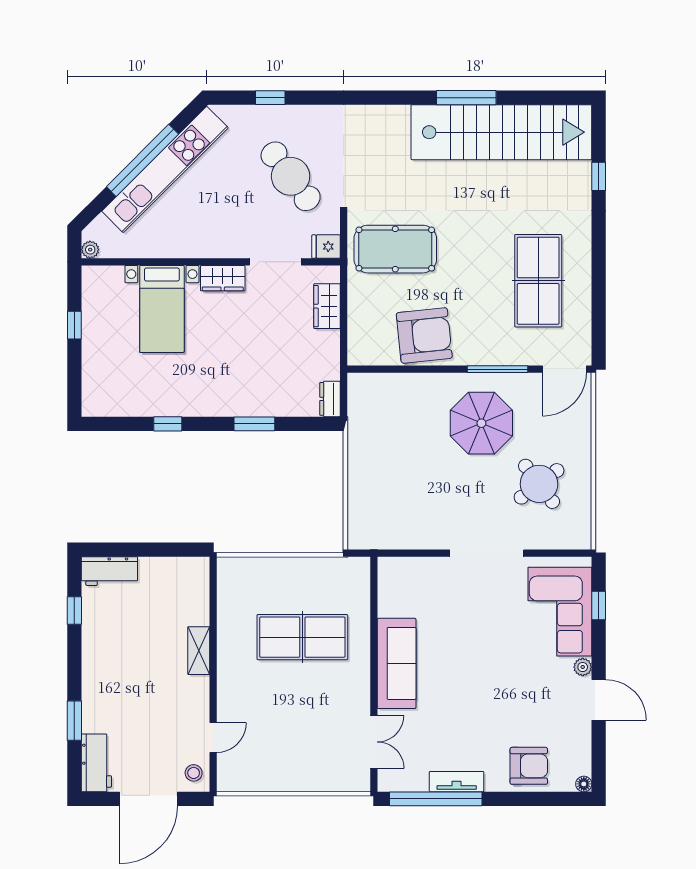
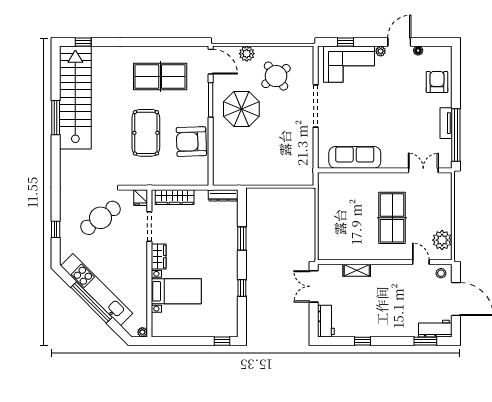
window: (599, 176) -> (83, 42), moved
pool table: (395, 249) -> (146, 133), moved
wardrobe: (327, 306) -> (175, 197), width x1.50
window: (74, 325) -> (222, 341), moved
armchair: (424, 335) -> (191, 142), turned -86
dresser: (330, 399) -> (223, 195), width x1.44
plant: (578, 432) -> (247, 54), added
double door: (170, 550) -> (314, 286), added
window: (74, 610) -> (363, 341), moved
table tennis table: (302, 637) -> (392, 218), moved
shelving: (199, 651) -> (357, 270), moved
sofa: (397, 663) -> (355, 157), moved
window: (74, 721) -> (425, 341), moved
plant: (252, 775) -> (442, 240), added
floor lamp: (584, 784) -> (418, 51), moved

